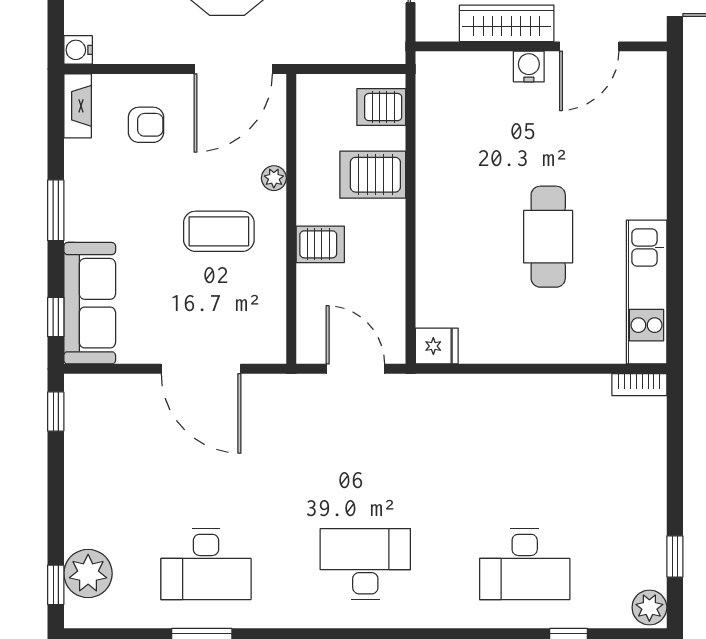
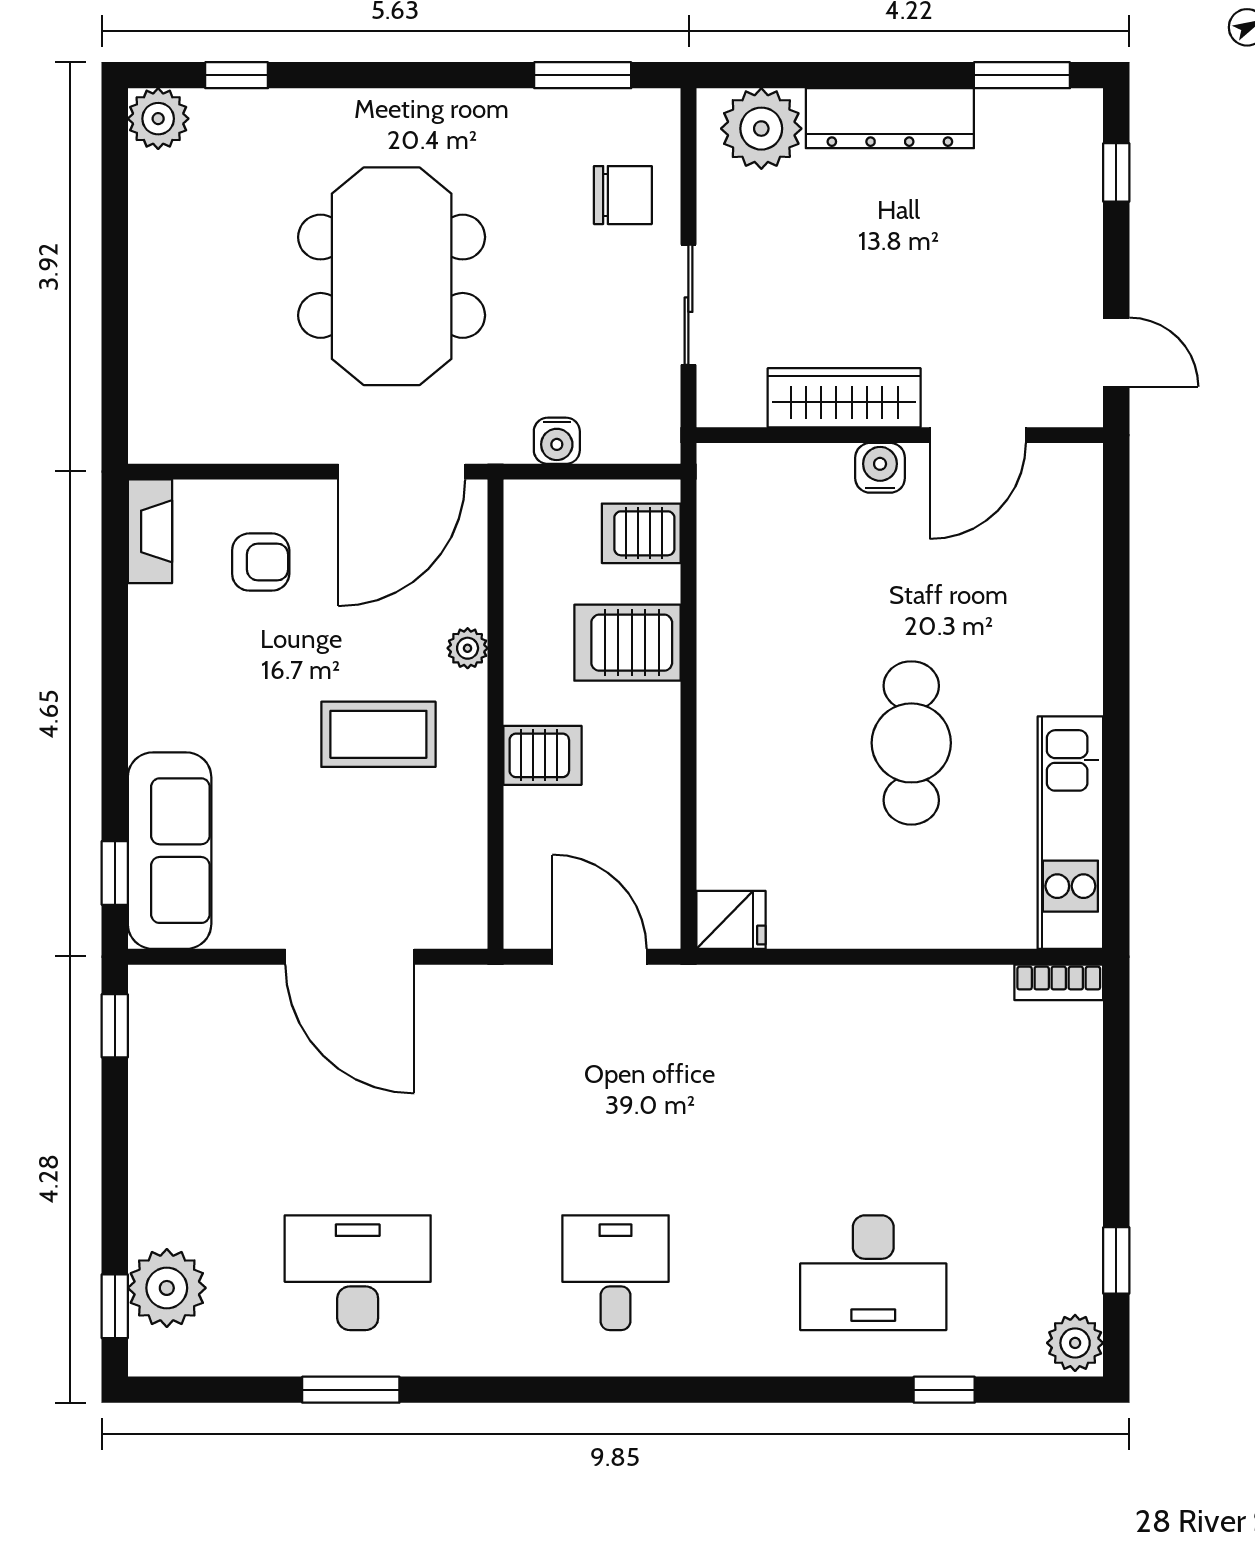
water cooler: (78, 50) -> (557, 441), moved, turned -90
window: (56, 210) -> (115, 700), removed
desk: (206, 564) -> (358, 1273), turned 180
desk: (365, 564) -> (615, 1273), width x0.73

